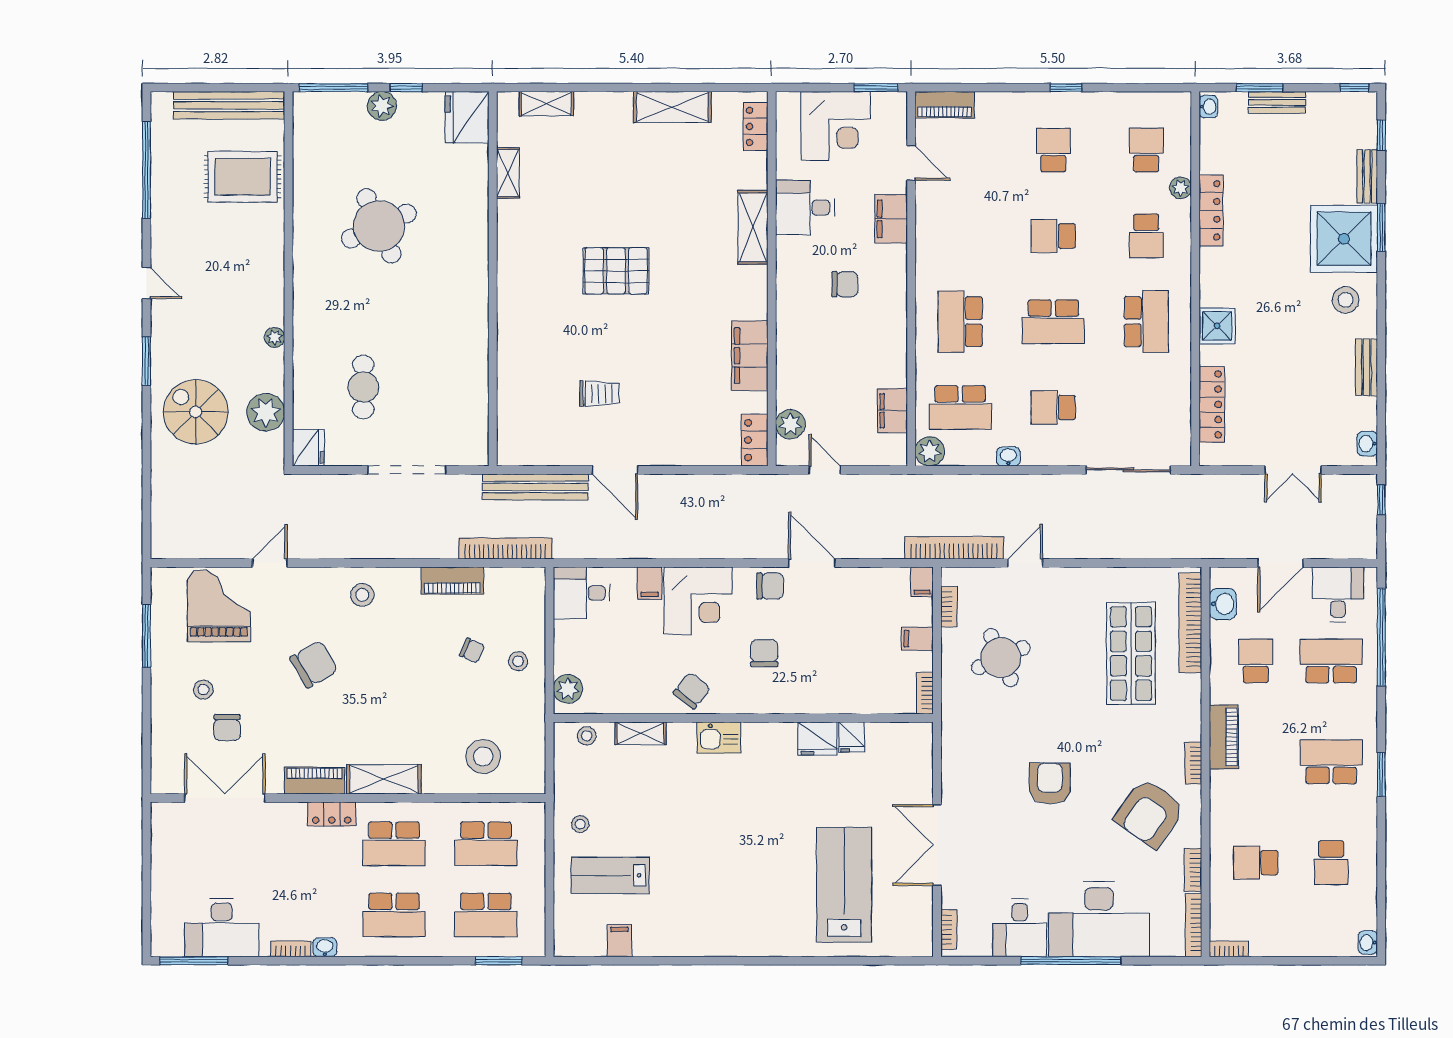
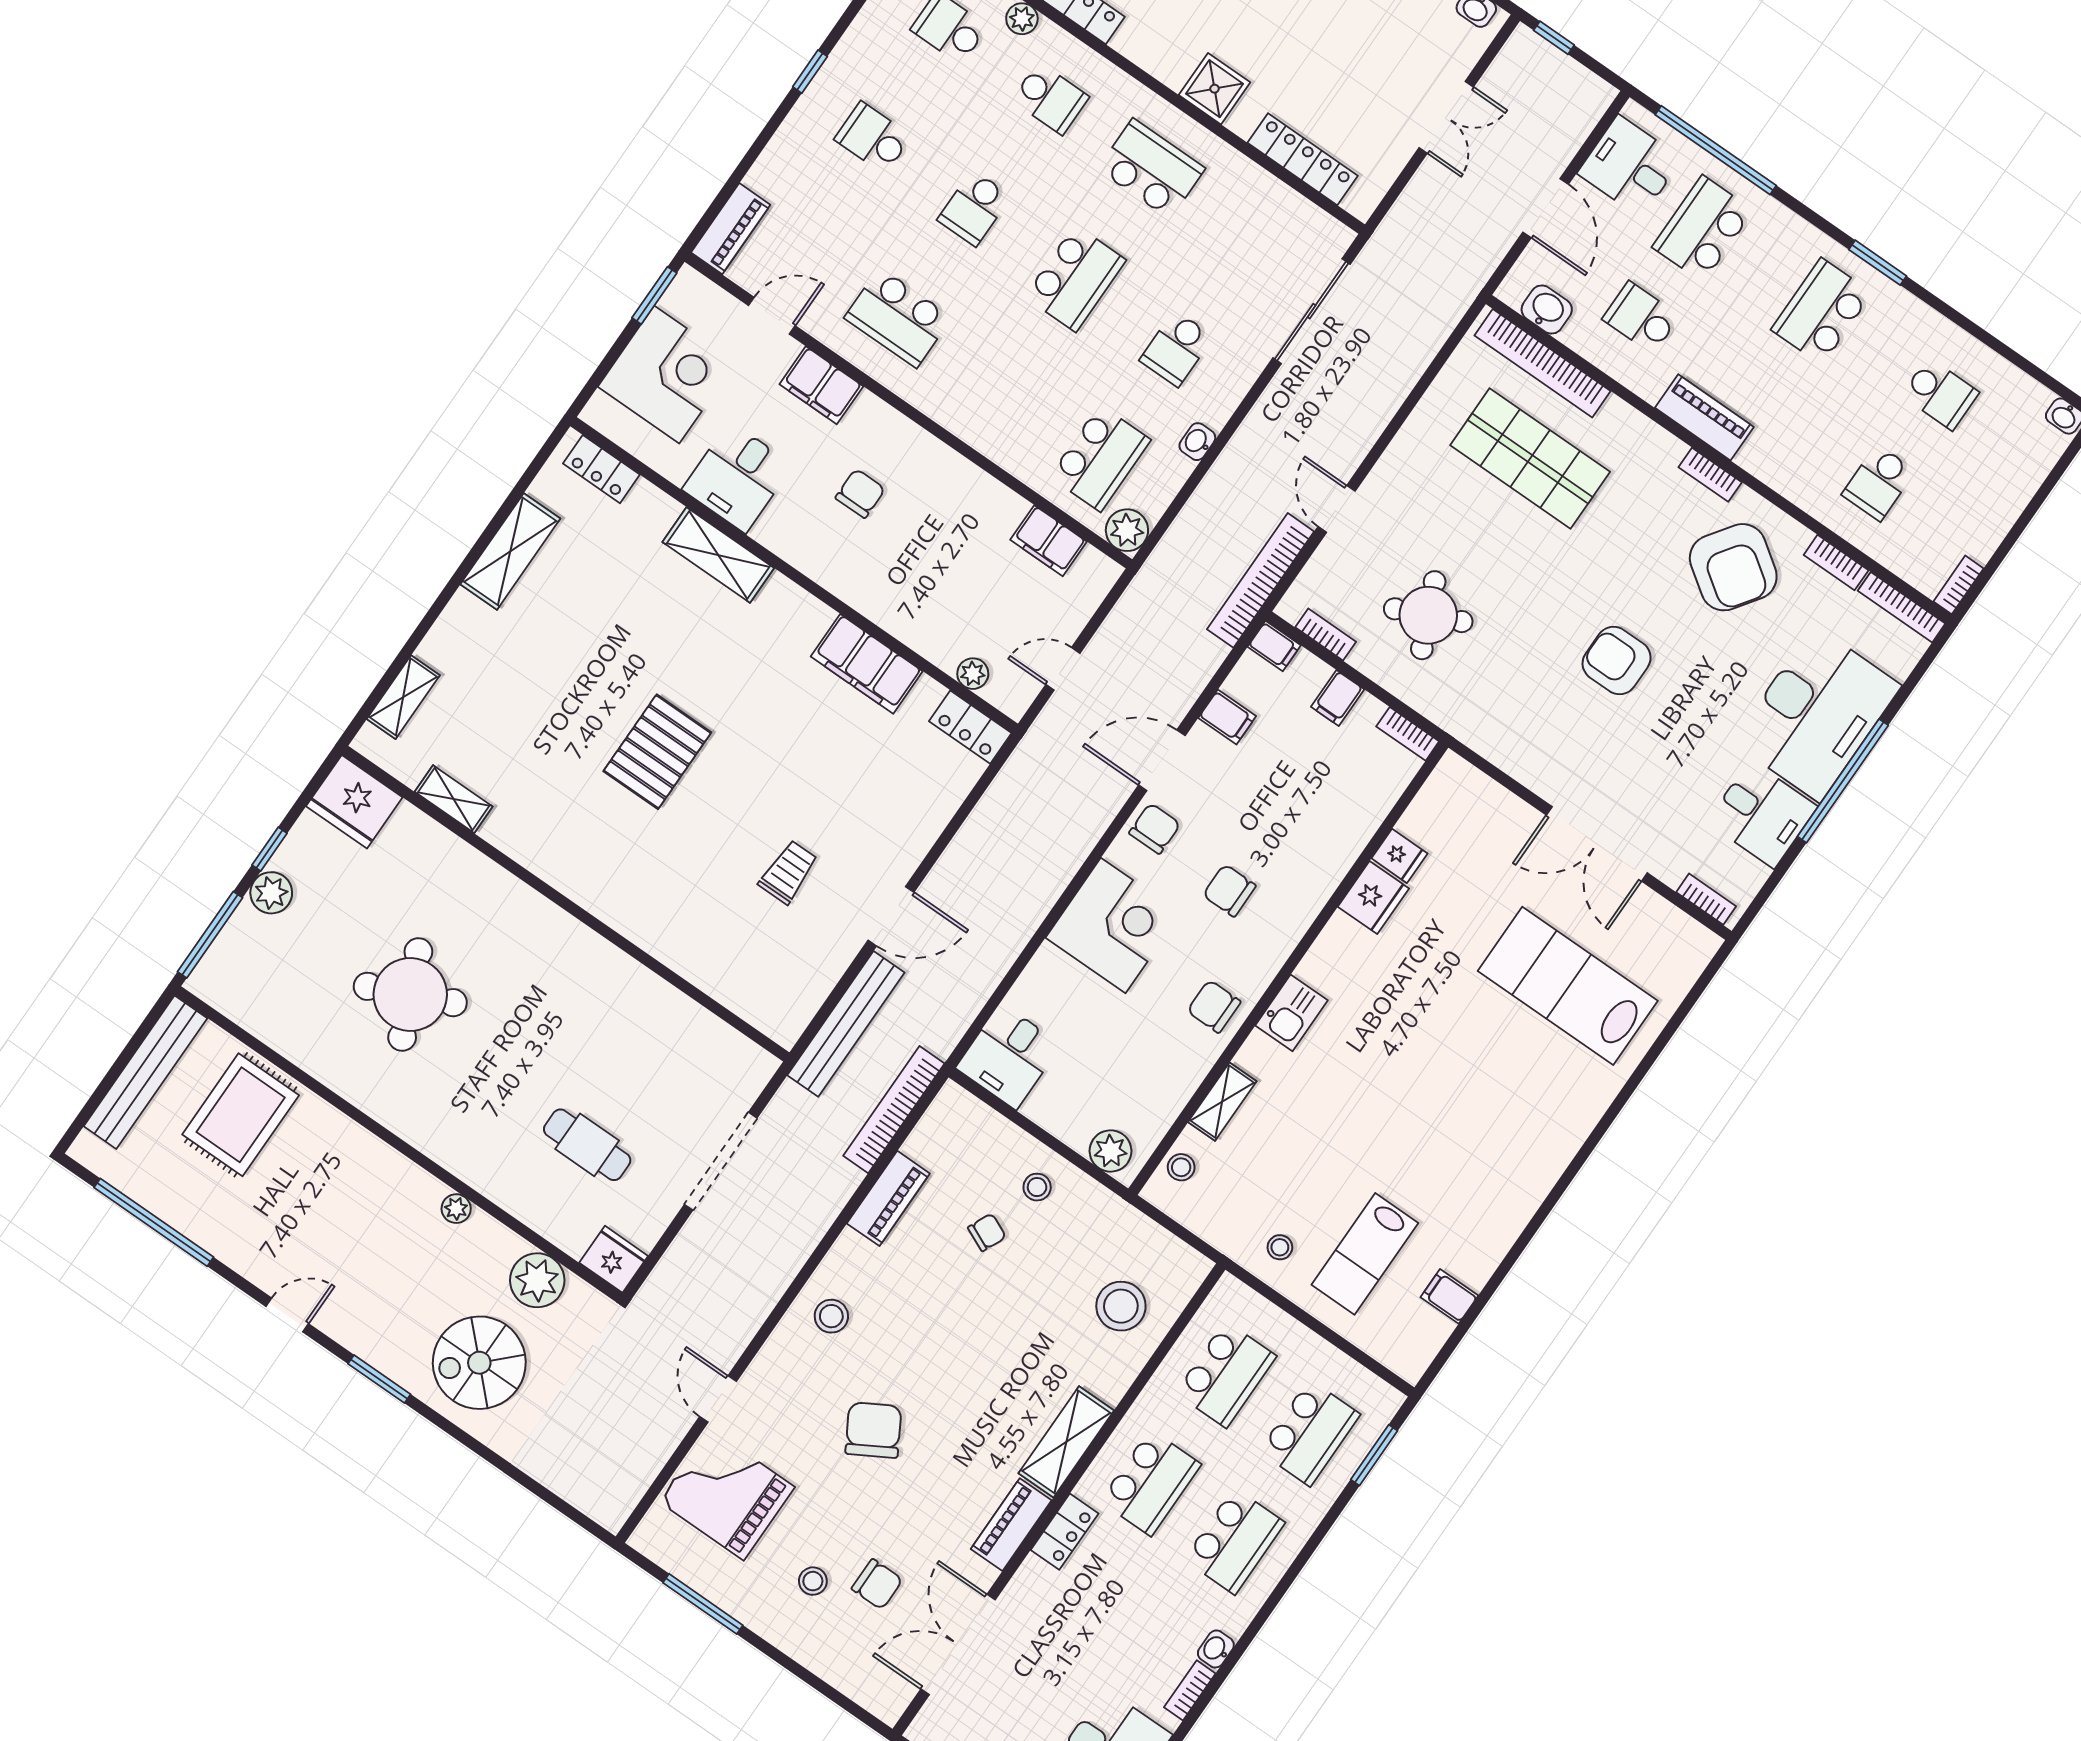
school desk: (960, 322) -> (898, 318), moved
plant: (790, 424) -> (973, 674), width x0.73, depth x0.73
filing cabinet: (650, 583) -> (1227, 717), moved
chair: (692, 691) -> (1214, 1006), turned -39

